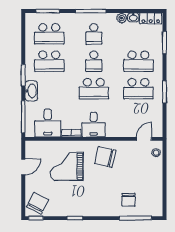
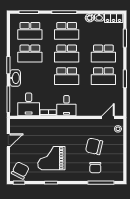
school desk: (94, 34) -> (67, 31), width x1.85
school desk: (94, 61) -> (67, 53), width x1.85
chair: (105, 157) -> (94, 146), moved
grand piano: (67, 166) -> (51, 158), moved

